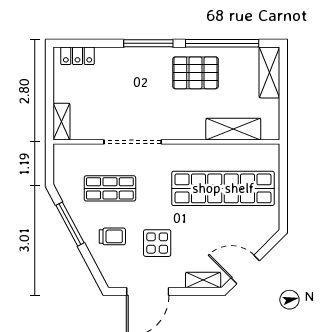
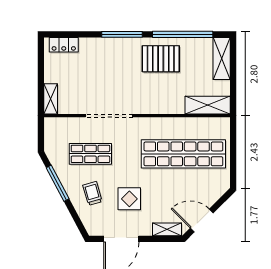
shelving: (233, 129) -> (208, 105), moved
trolley: (112, 236) -> (92, 193), turned -106

